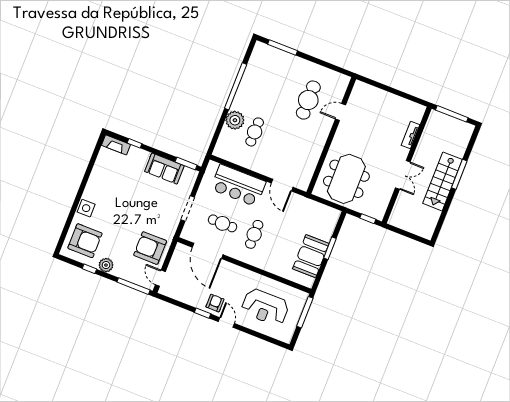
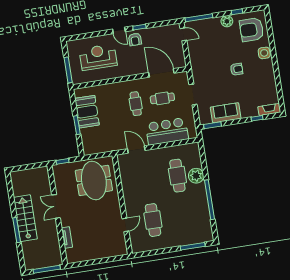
cafe table: (255, 132) -> (177, 176), width x1.37, depth x1.35
armchair: (150, 248) -> (237, 69), moved, width x0.53, depth x0.53

